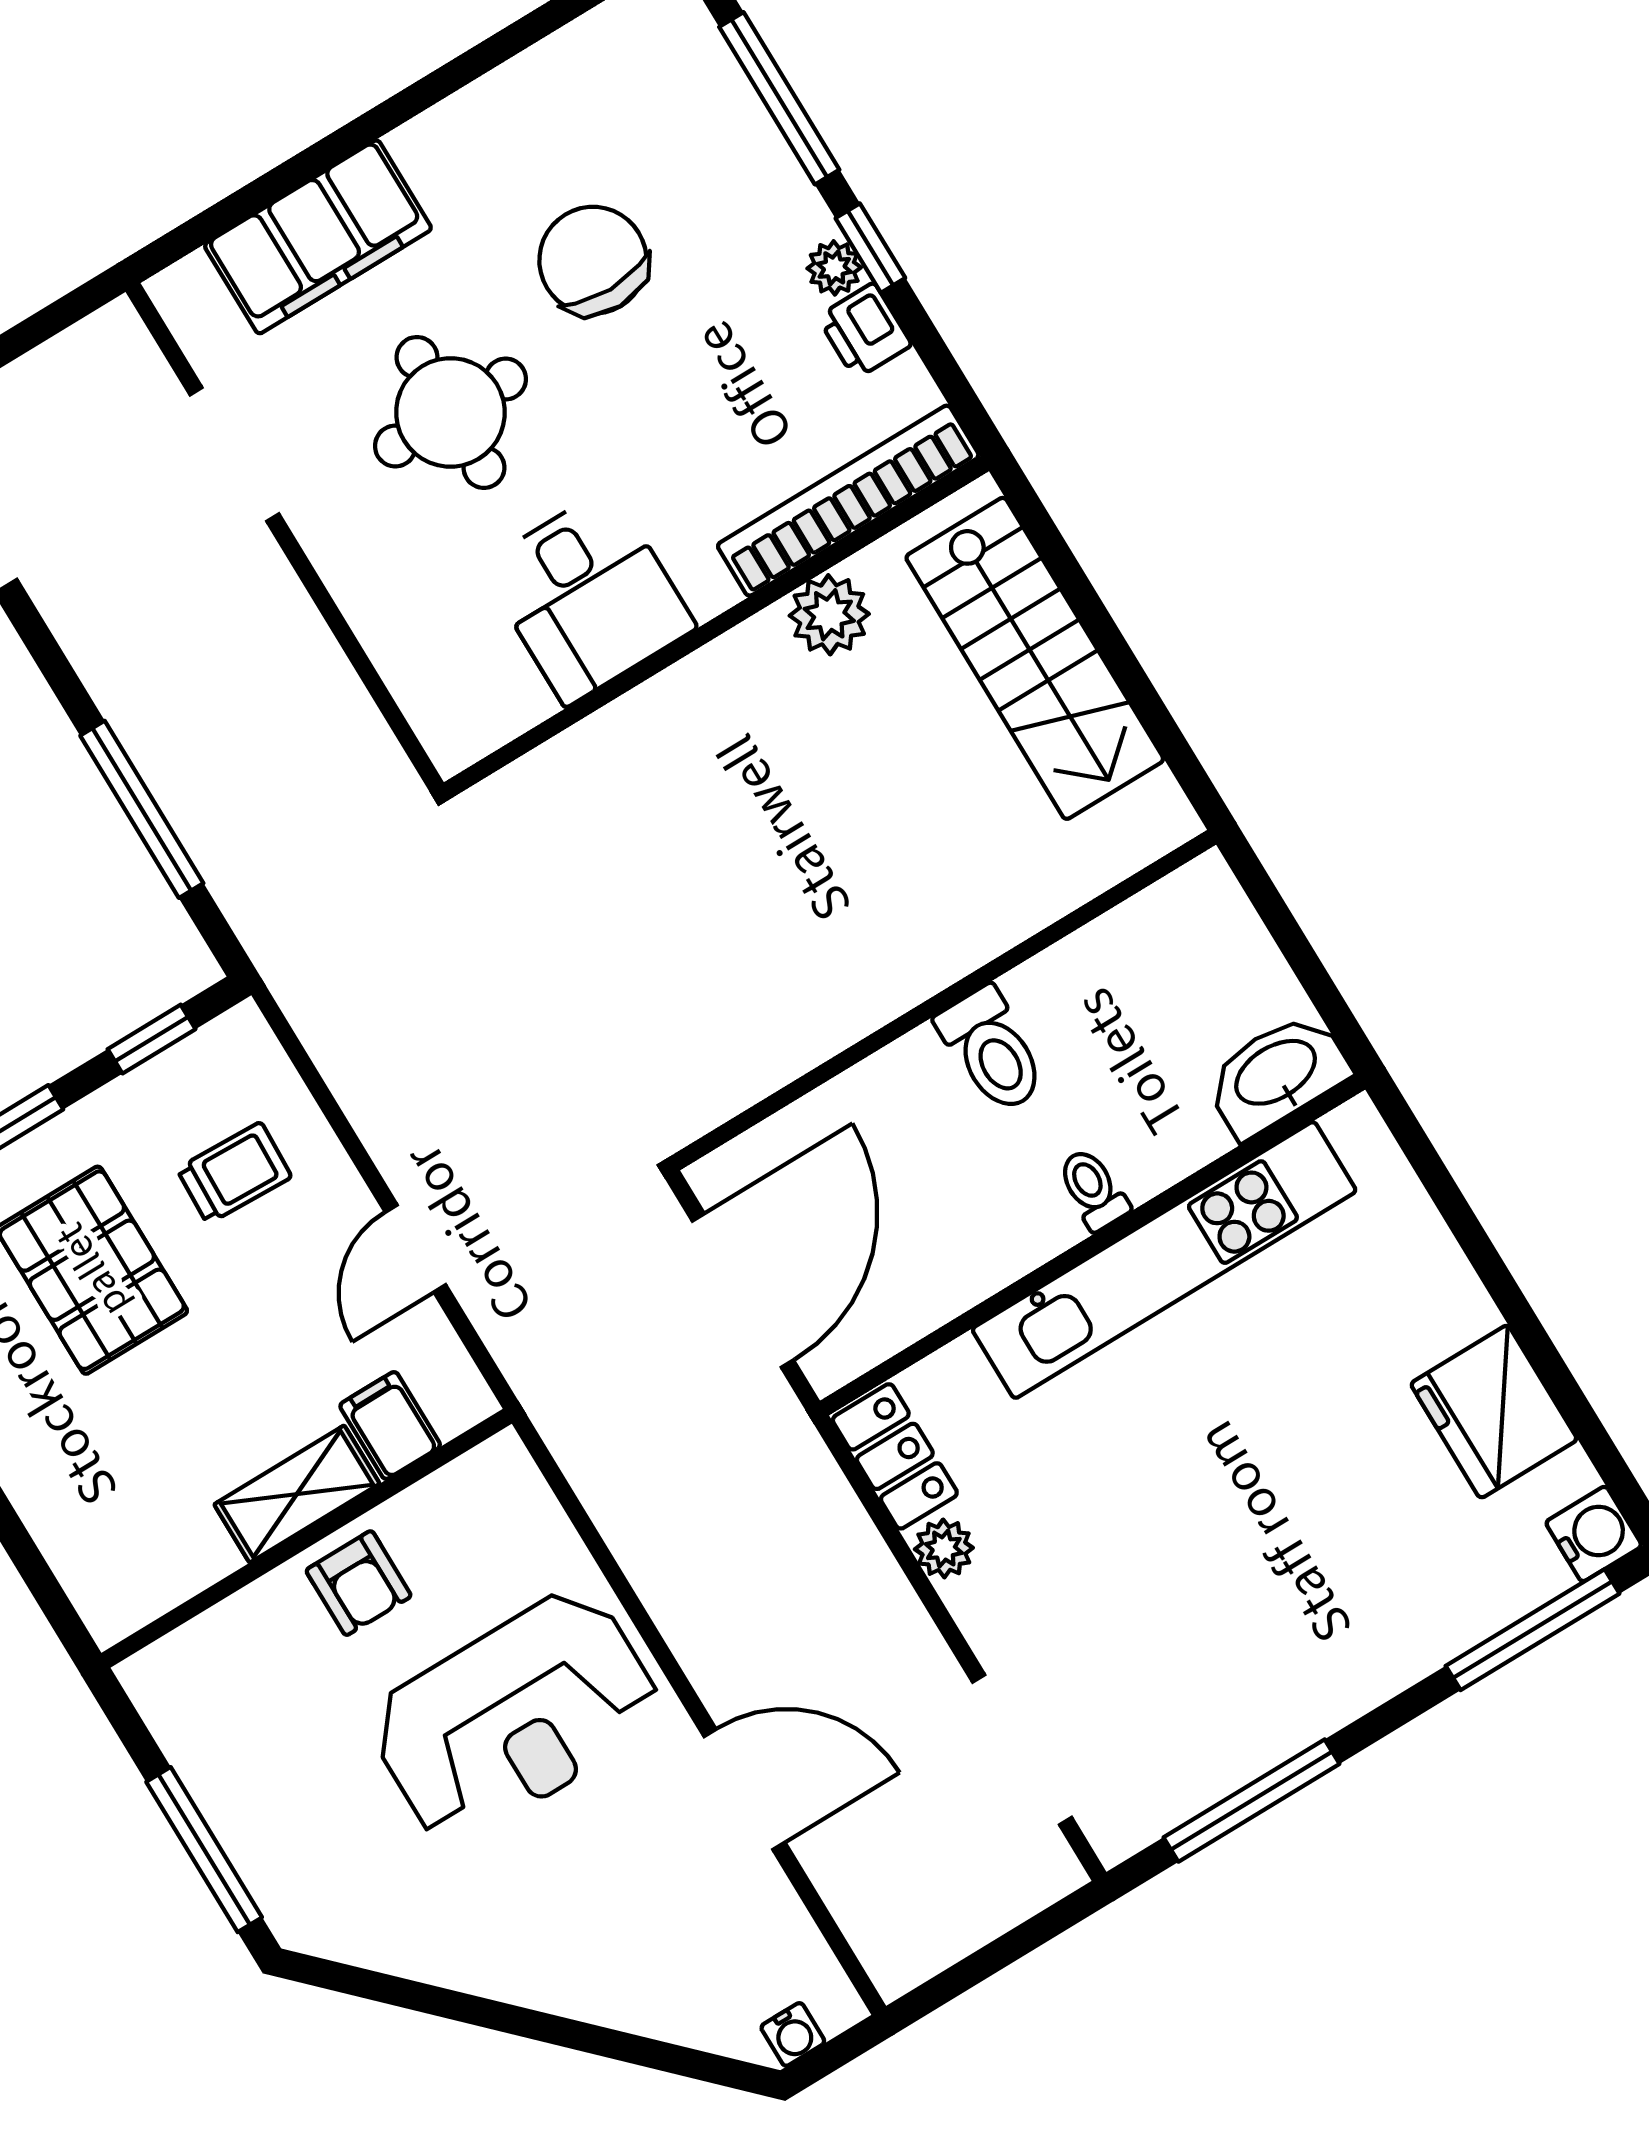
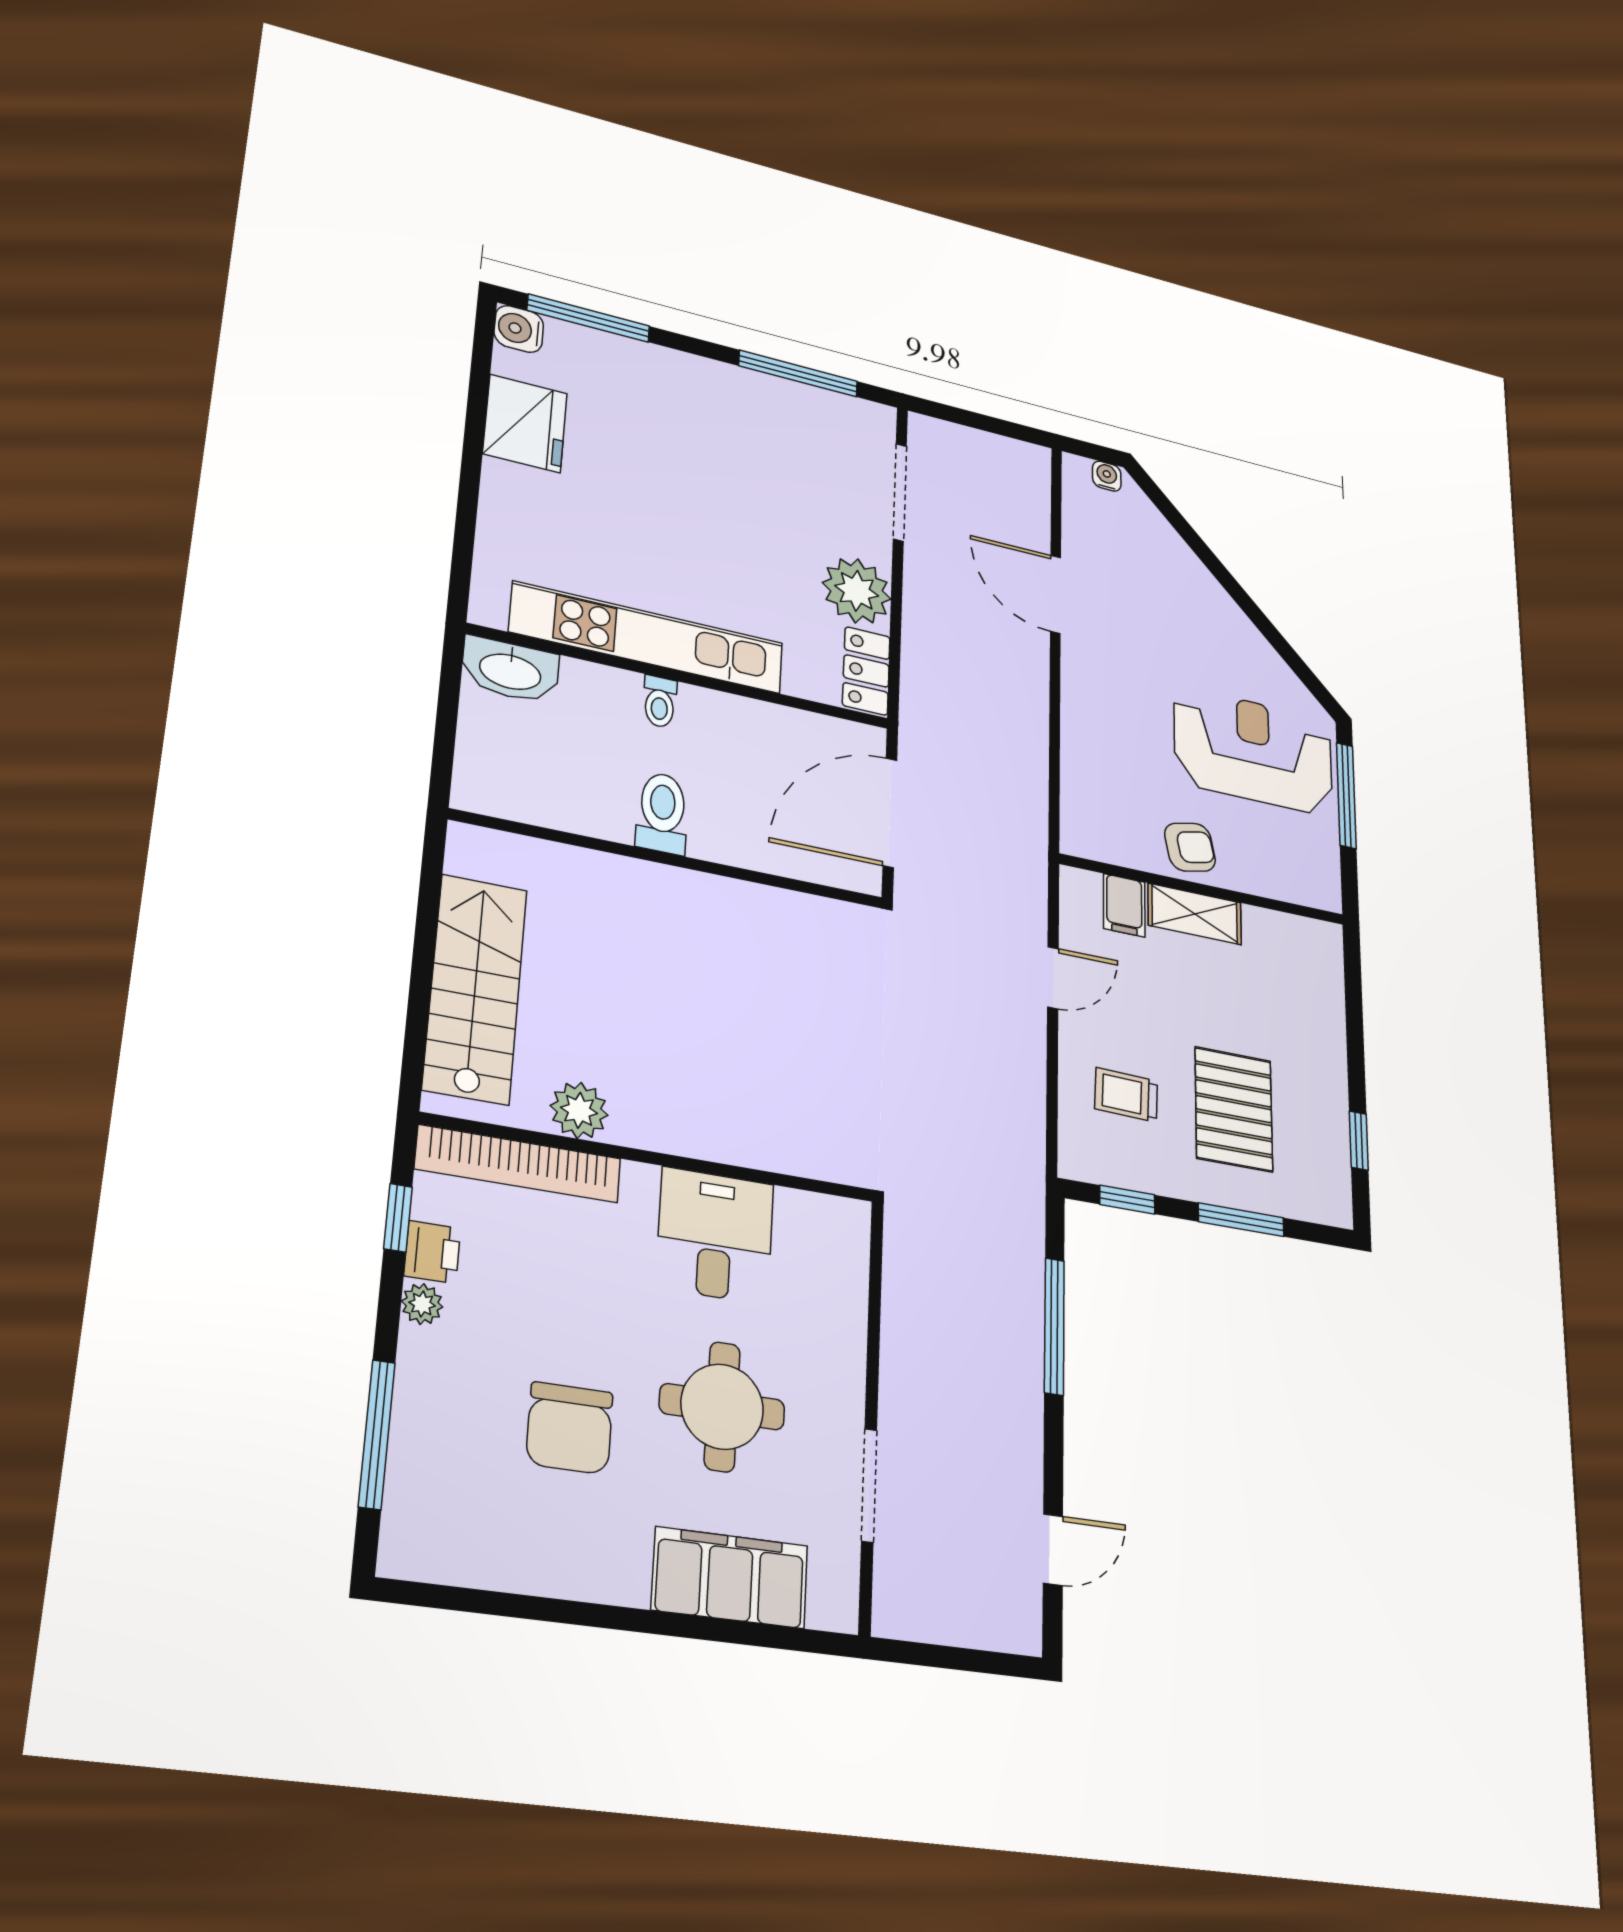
window: (870, 248) -> (398, 1218), moved
plant: (944, 1548) -> (857, 591), width x1.88, depth x1.88
armchair: (359, 1583) -> (1190, 847), turned 78
reception desk: (515, 1716) -> (1253, 751), moved

